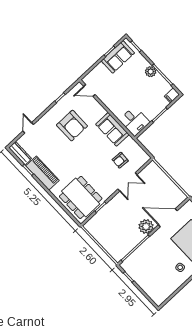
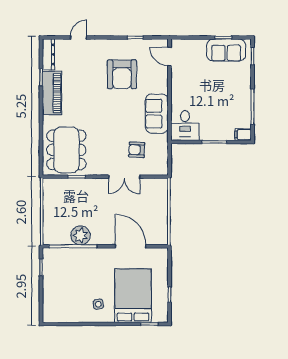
plant: (151, 72) -> (244, 93), removed
plant: (146, 227) -> (81, 235), moved

